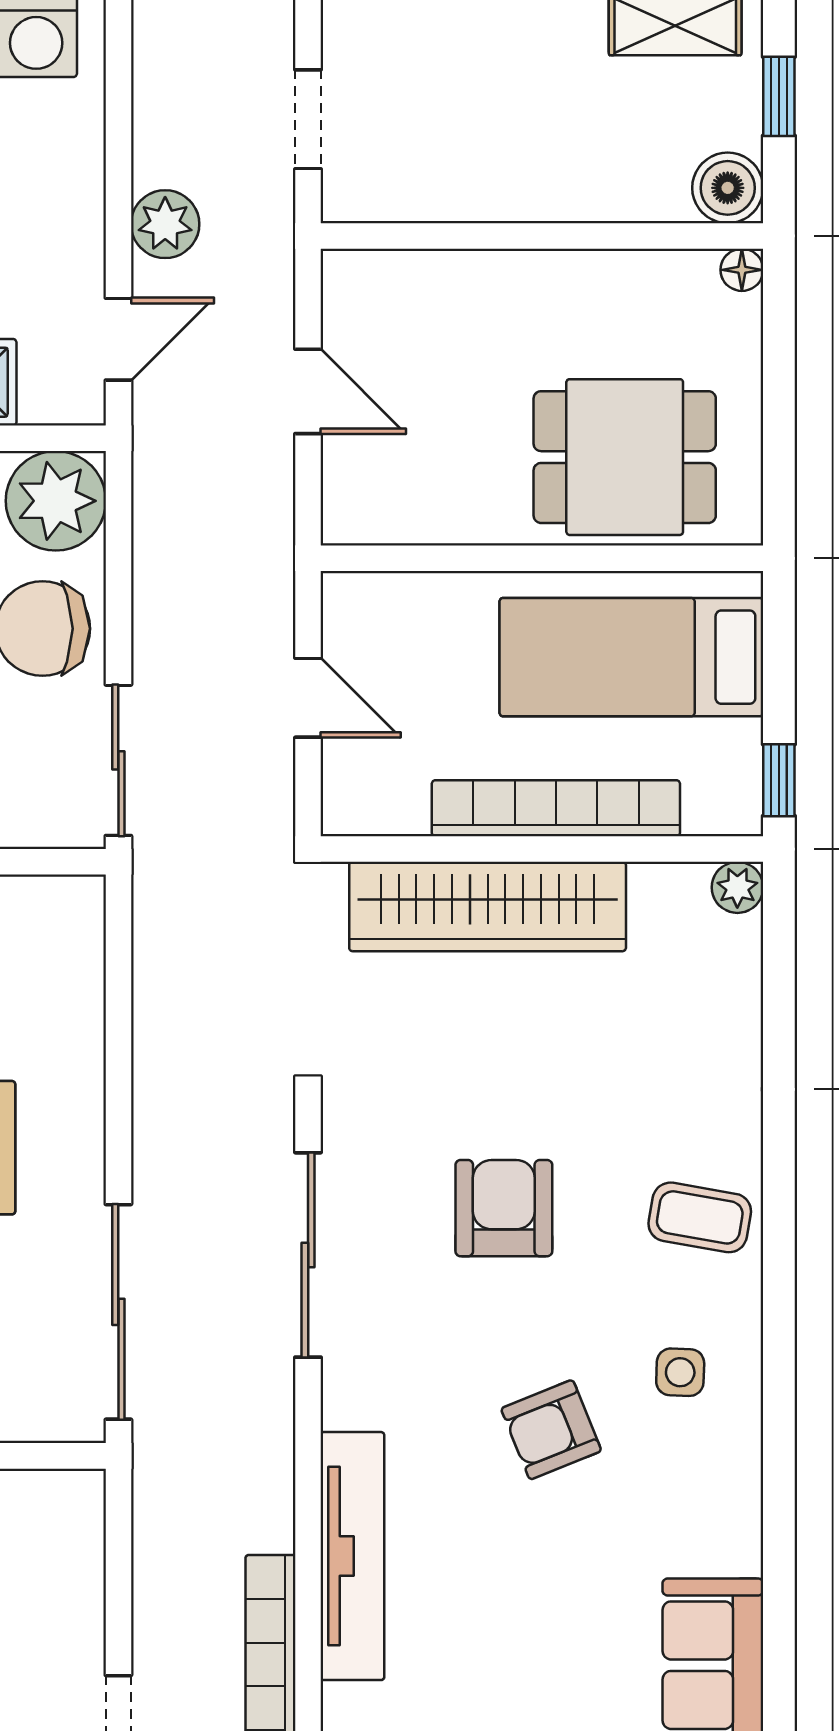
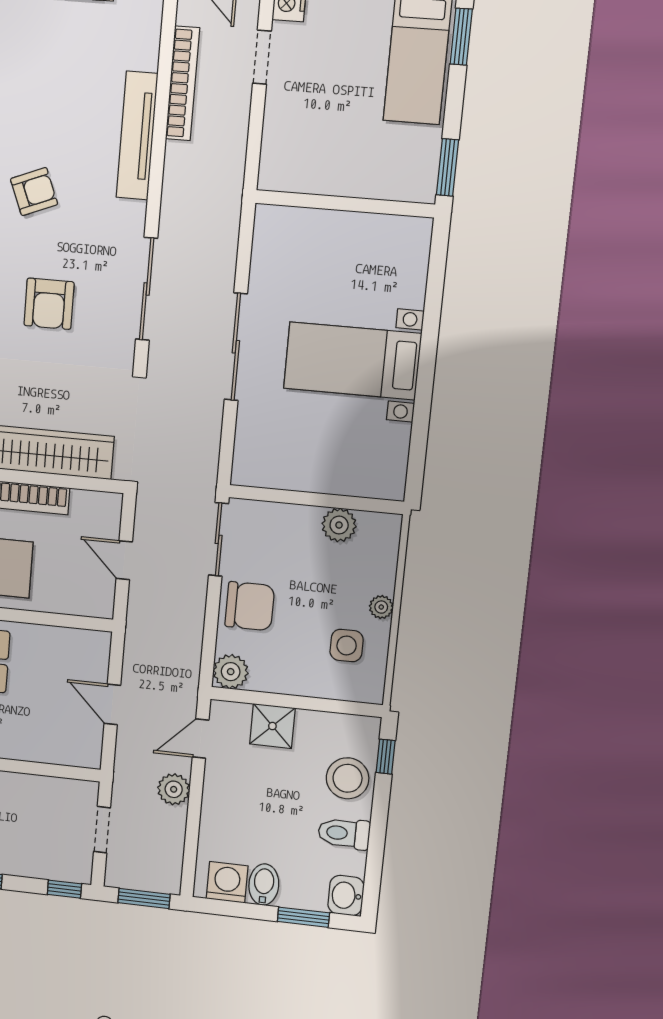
plant: (56, 501) -> (231, 672), width x0.73, depth x0.73
sliding door: (118, 1312) -> (236, 347), moved

